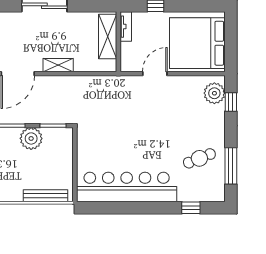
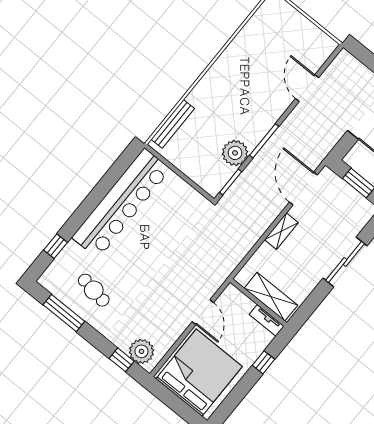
cafe table: (199, 158) -> (94, 290), turned -59

